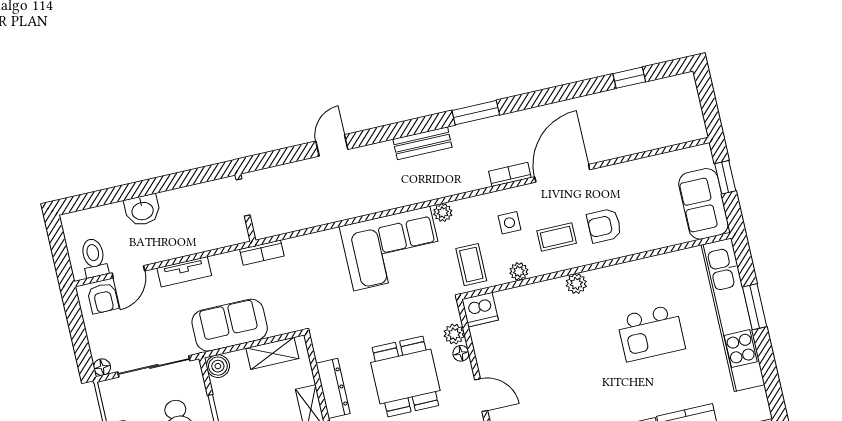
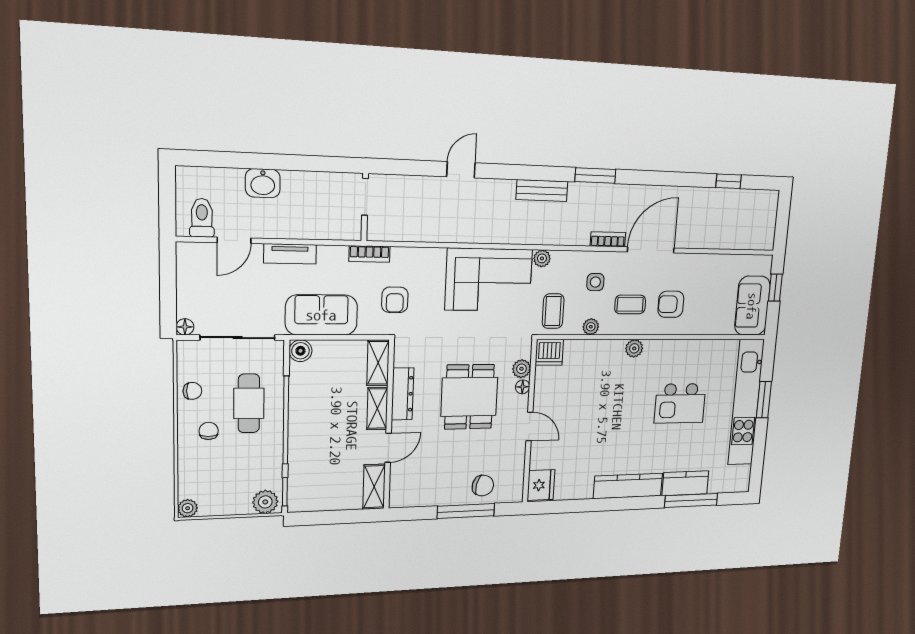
armchair: (103, 298) -> (395, 300), moved
shelving: (272, 353) -> (378, 363), moved, turned 90

